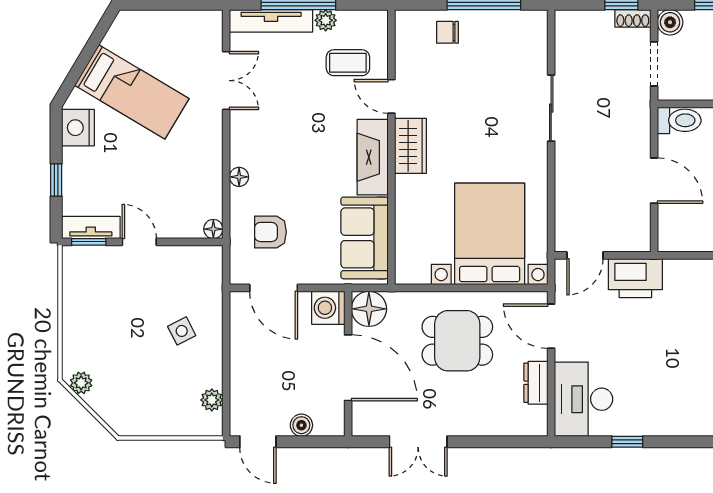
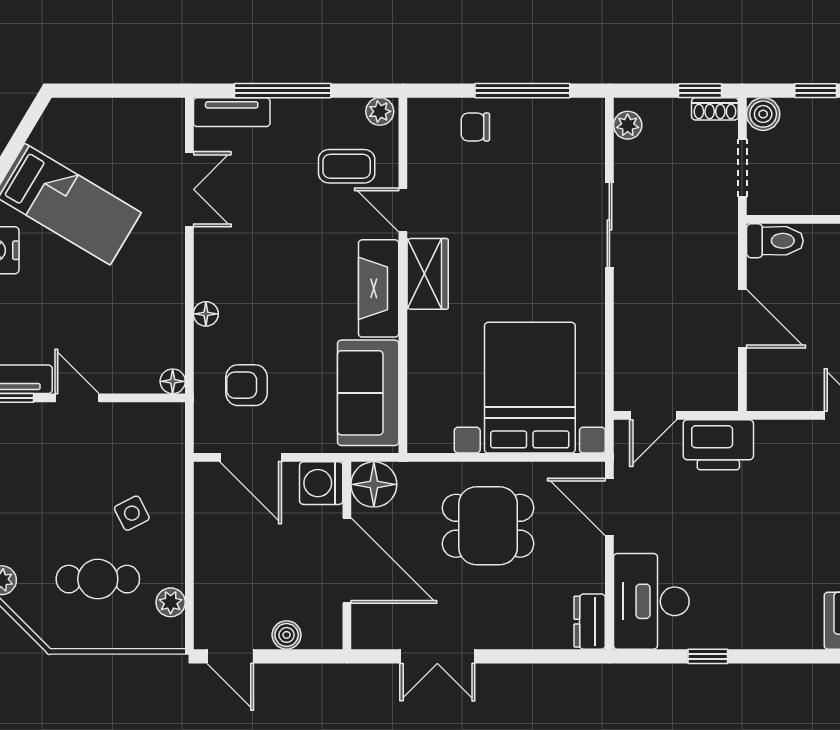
plant: (326, 20) -> (380, 111), moved
tv unit: (271, 21) -> (232, 112), width x0.71
plant: (565, 31) -> (628, 125), added
cafe table: (155, 382) -> (98, 579), added
dresser: (536, 383) -> (590, 622), moved

